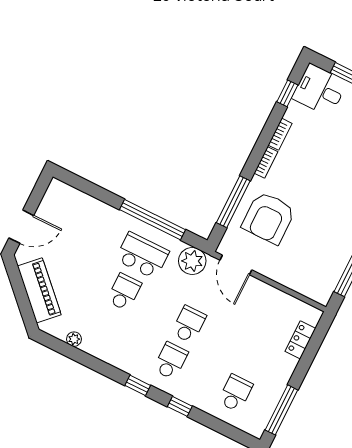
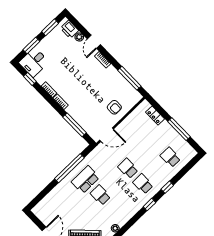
armchair: (269, 218) -> (114, 107), moved, width x0.53, depth x0.53
plant: (192, 261) -> (97, 156), removed
window: (281, 410) -> (179, 129), moved

